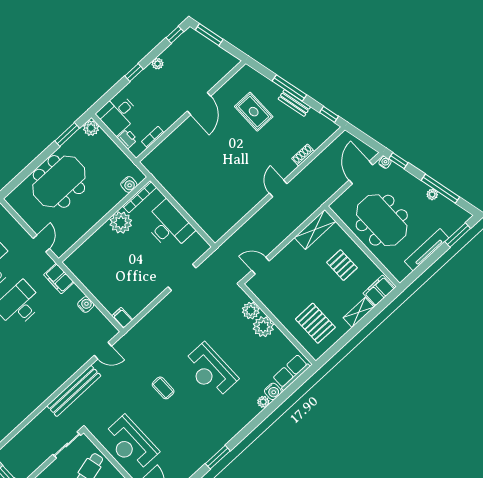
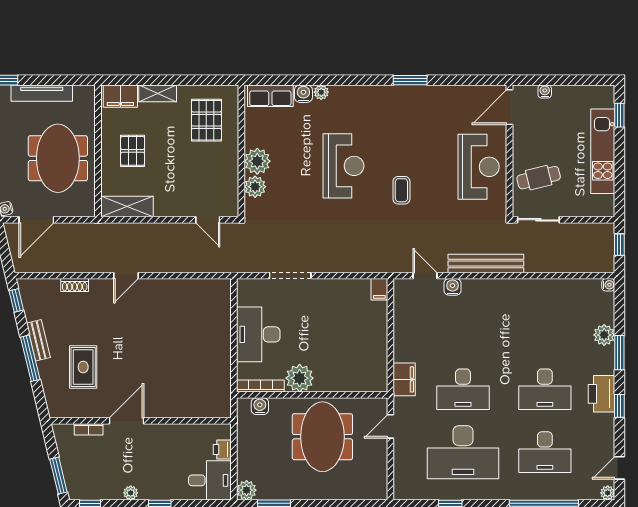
bookcase: (153, 137) -> (89, 429), moved
meeting table: (59, 181) -> (322, 437), moved, turned 90
water cooler: (86, 305) -> (452, 287), moved, turned 90

